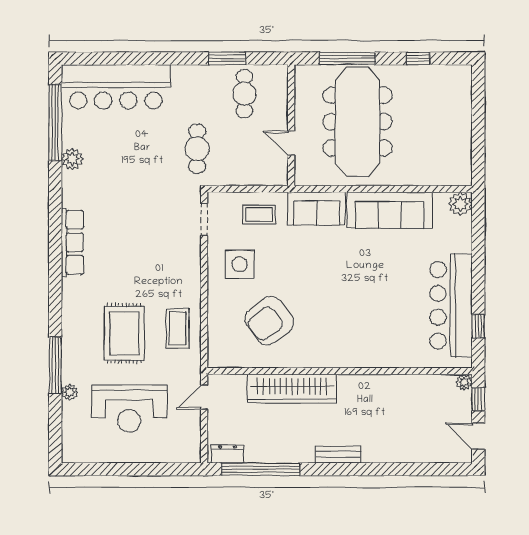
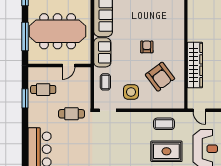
armchair: (327, 295) -> (147, 47), added

